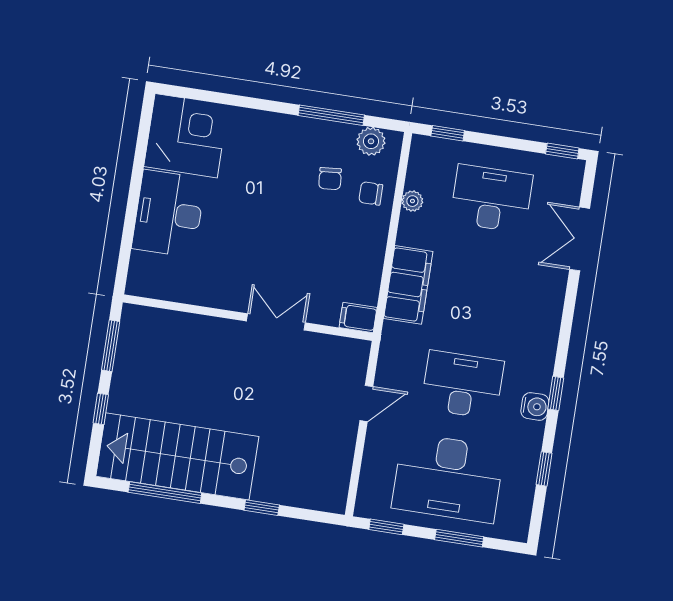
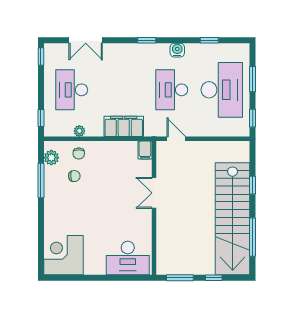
desk: (169, 214) -> (128, 258), moved
window: (556, 393) -> (147, 40), moved
door: (366, 403) -> (176, 139), moved
stairs: (177, 456) -> (233, 219), width x1.36

